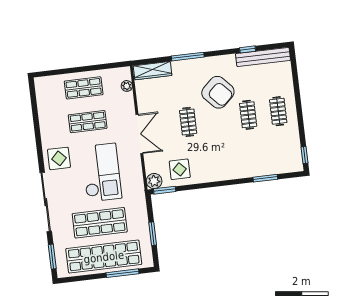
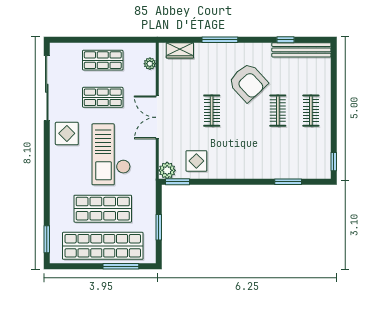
wardrobe: (153, 71) -> (180, 50), width x0.67
double door: (139, 134) -> (157, 117), swing flipped
checkout: (101, 173) -> (111, 154), turned 180
sliding door: (46, 202) -> (47, 88), moved

